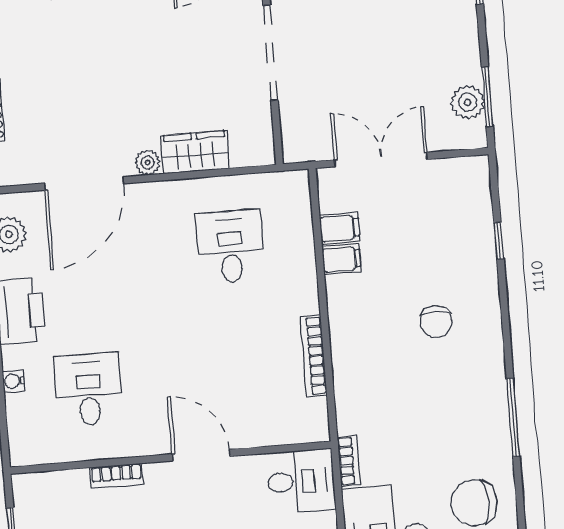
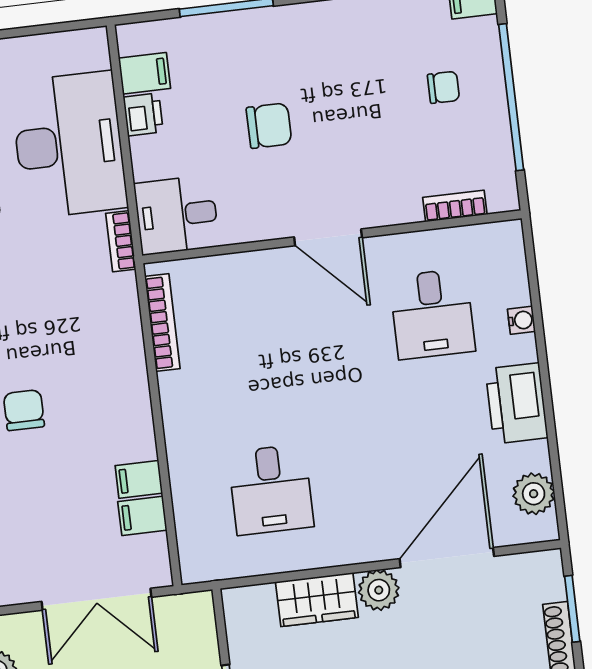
plant: (148, 162) -> (379, 590), width x1.38, depth x1.38
bookcase: (314, 356) -> (162, 322), moved
door: (201, 455) -> (328, 237), moved
bookcase: (116, 476) -> (455, 206), moved

